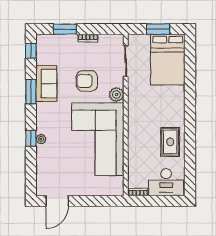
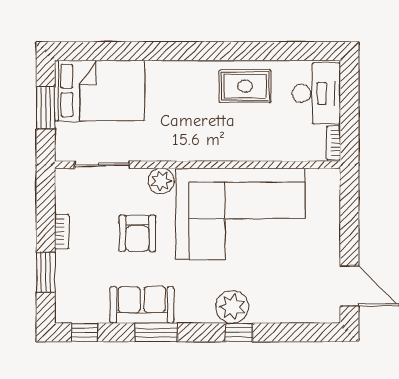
plant: (41, 139) -> (232, 307), width x1.88, depth x1.88

